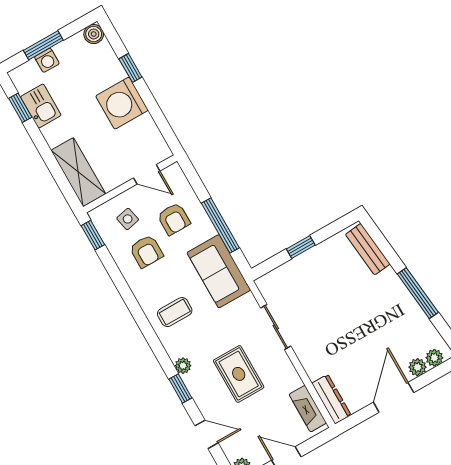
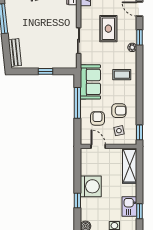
armchair: (146, 251) -> (119, 111), turned 90

